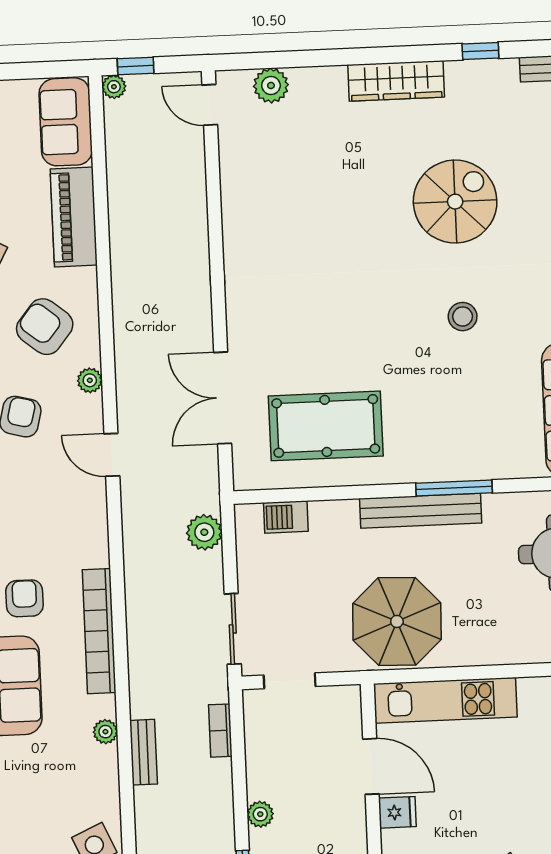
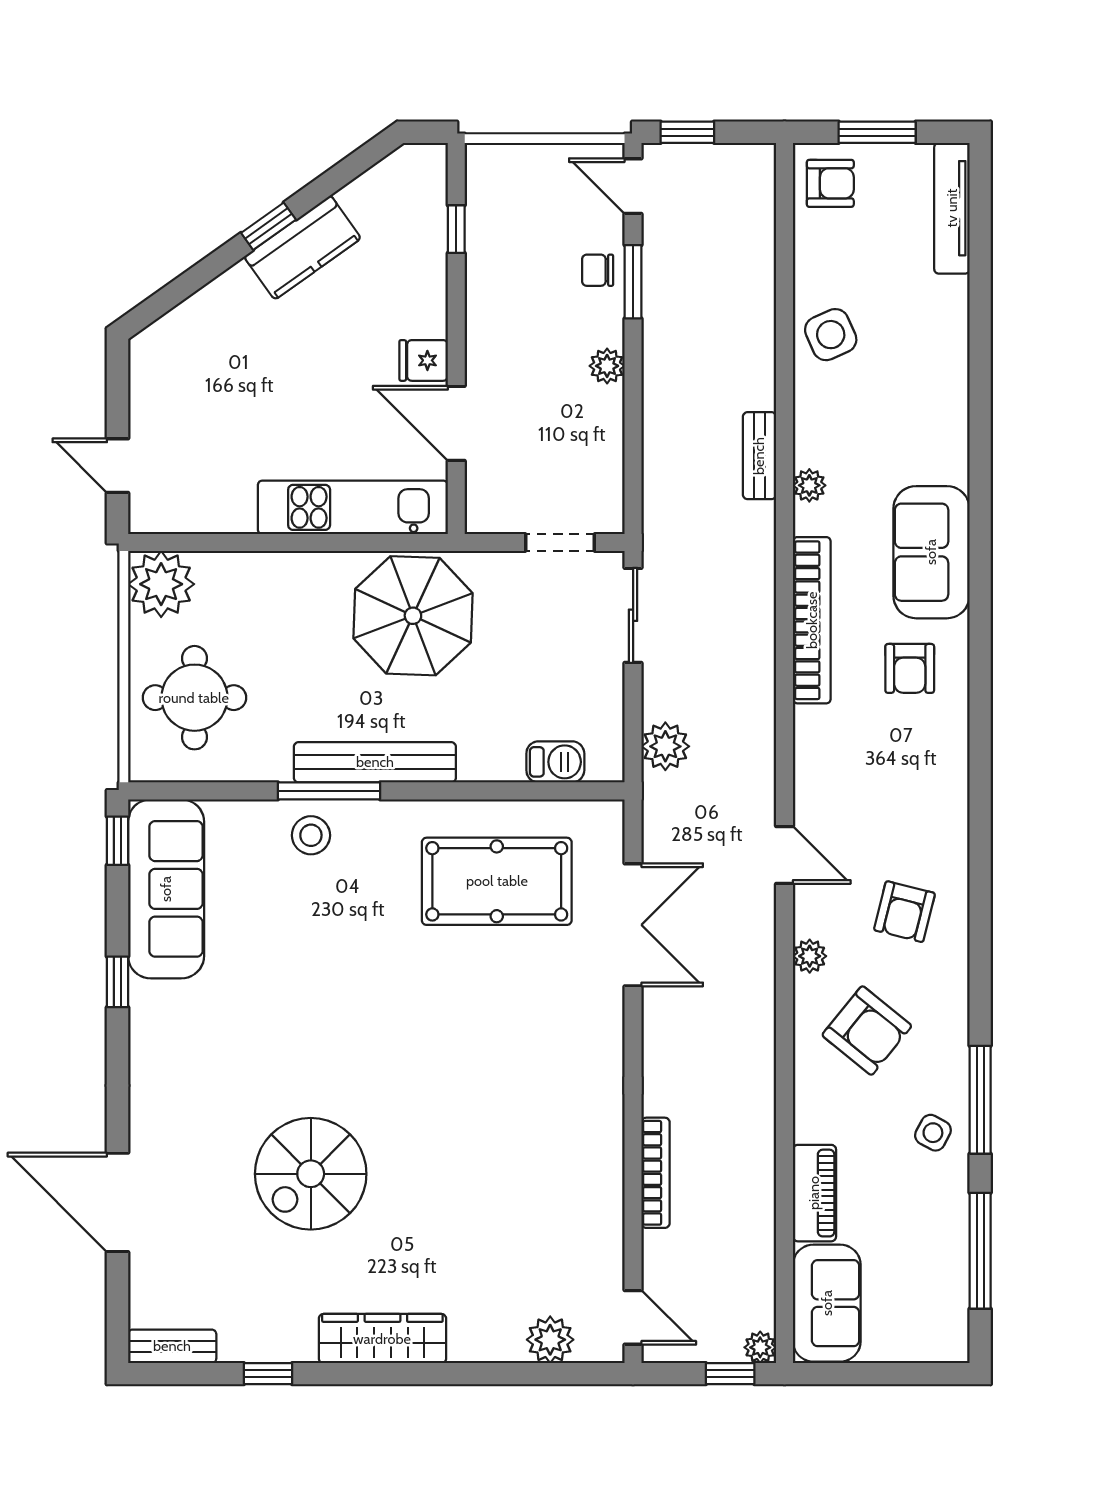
piano: (74, 217) -> (814, 1193), width x0.73, depth x0.75
stool: (463, 317) -> (311, 835), moved
bookcase: (220, 731) -> (656, 1173), moved, width x1.56

